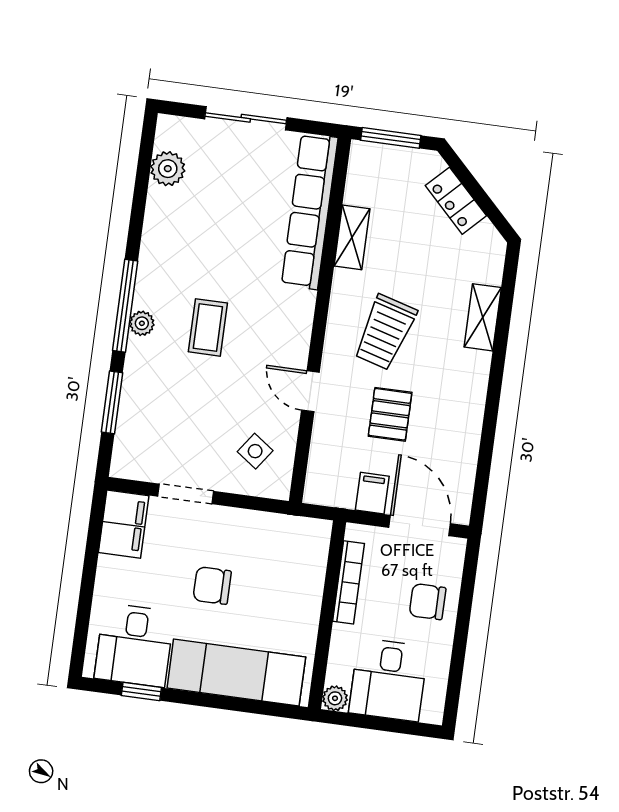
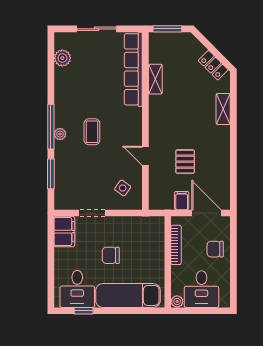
locker: (456, 201) -> (213, 65), moved
trolley: (385, 332) -> (177, 123), removed

